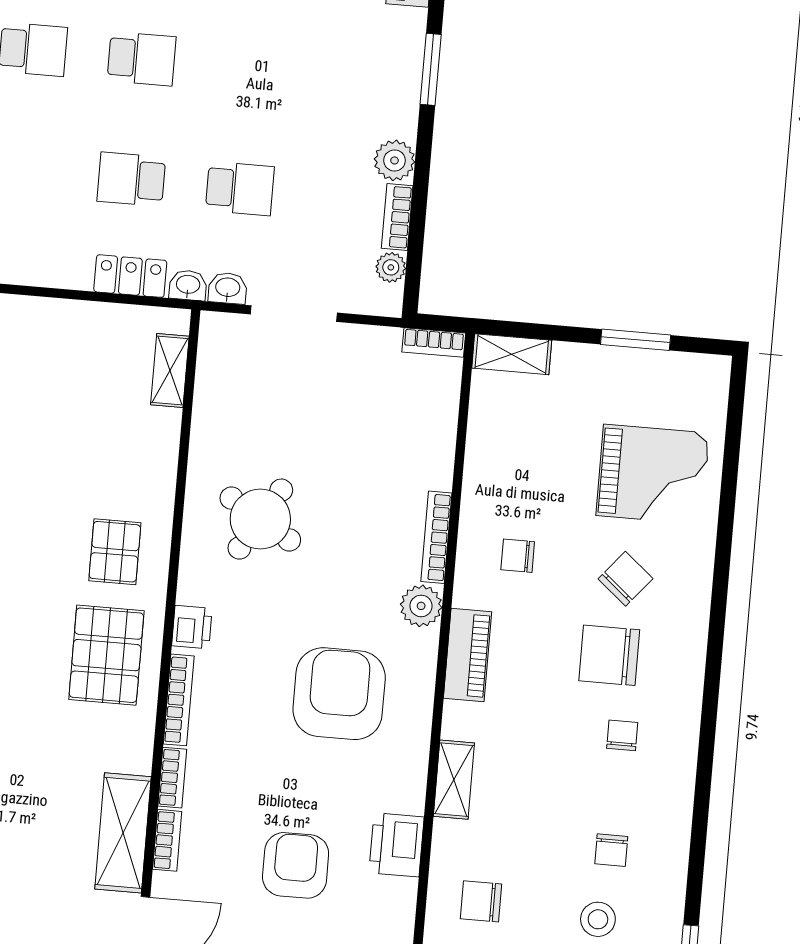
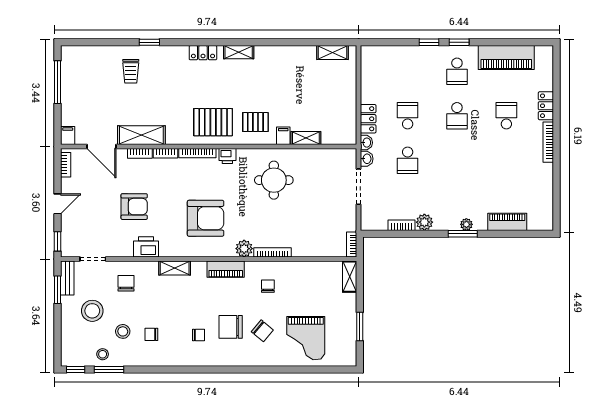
plant: (391, 267) -> (466, 224), moved
shelving: (170, 371) -> (306, 138), moved
filing cabinet: (154, 487) -> (283, 136), added
round table: (260, 519) -> (274, 180), turned -31
chair: (609, 655) -> (231, 327), turned -90

